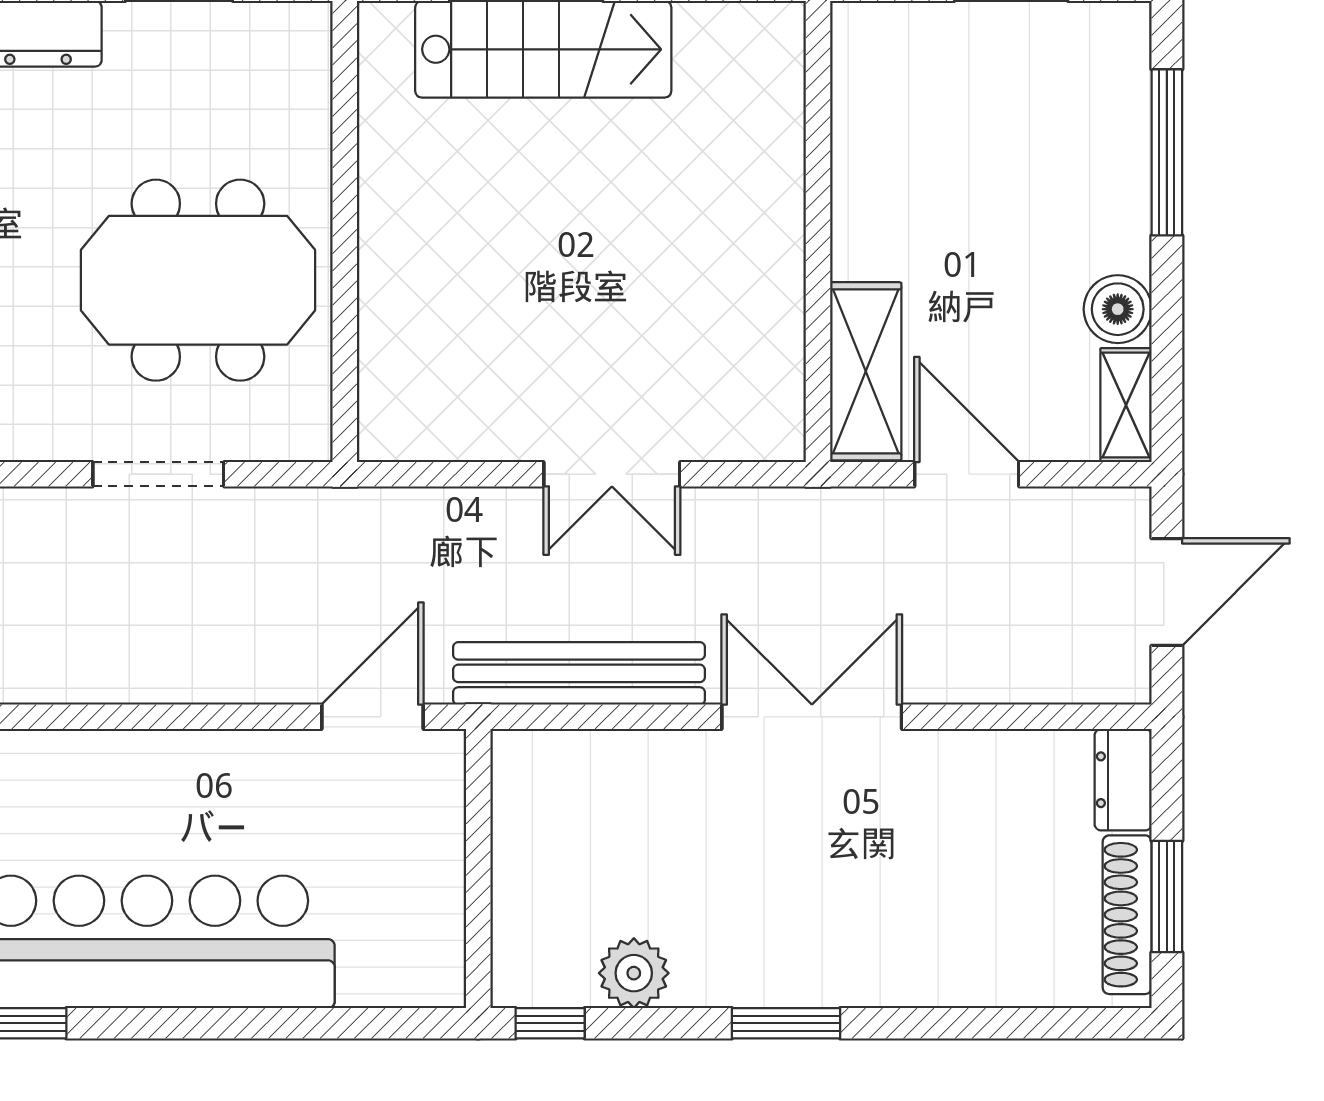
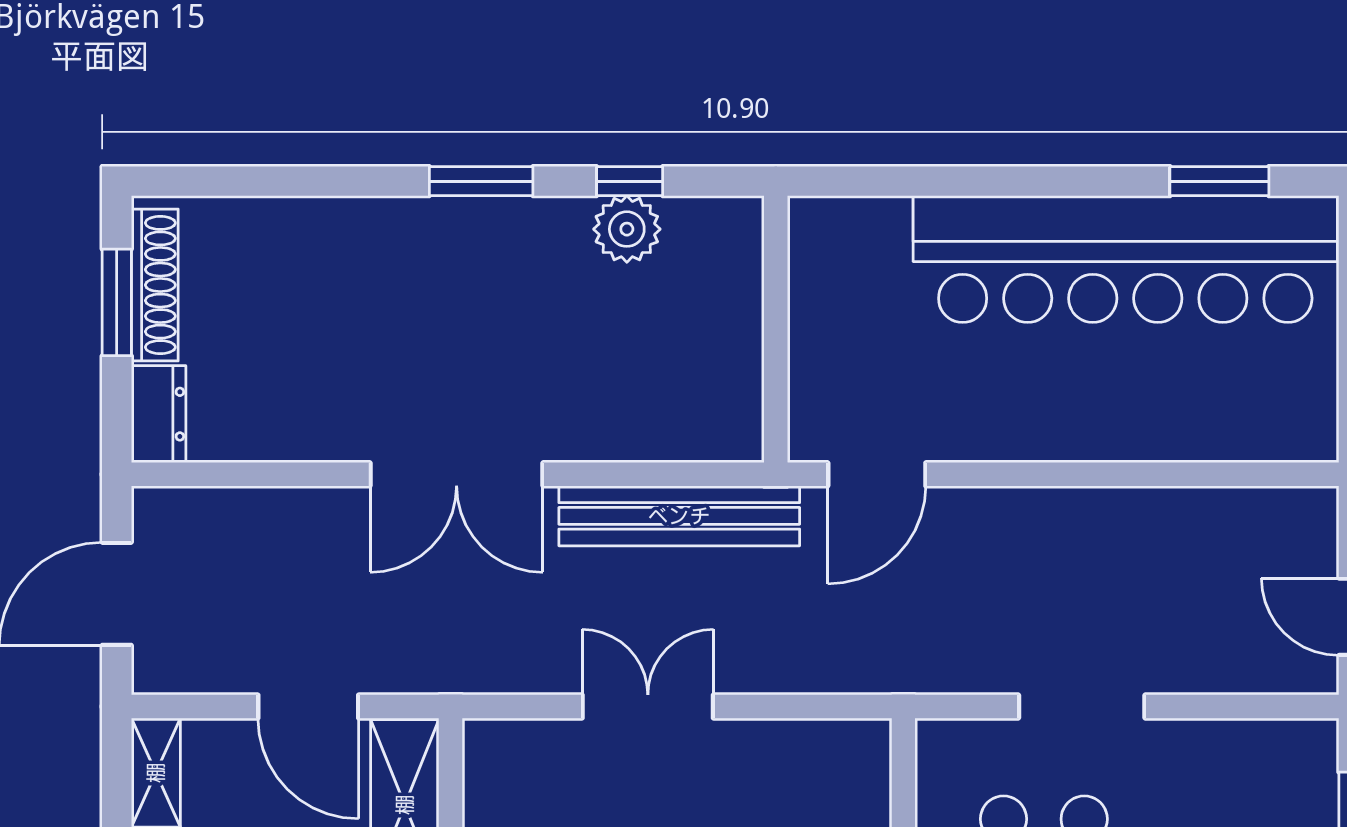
window: (550, 1023) -> (630, 181), moved

